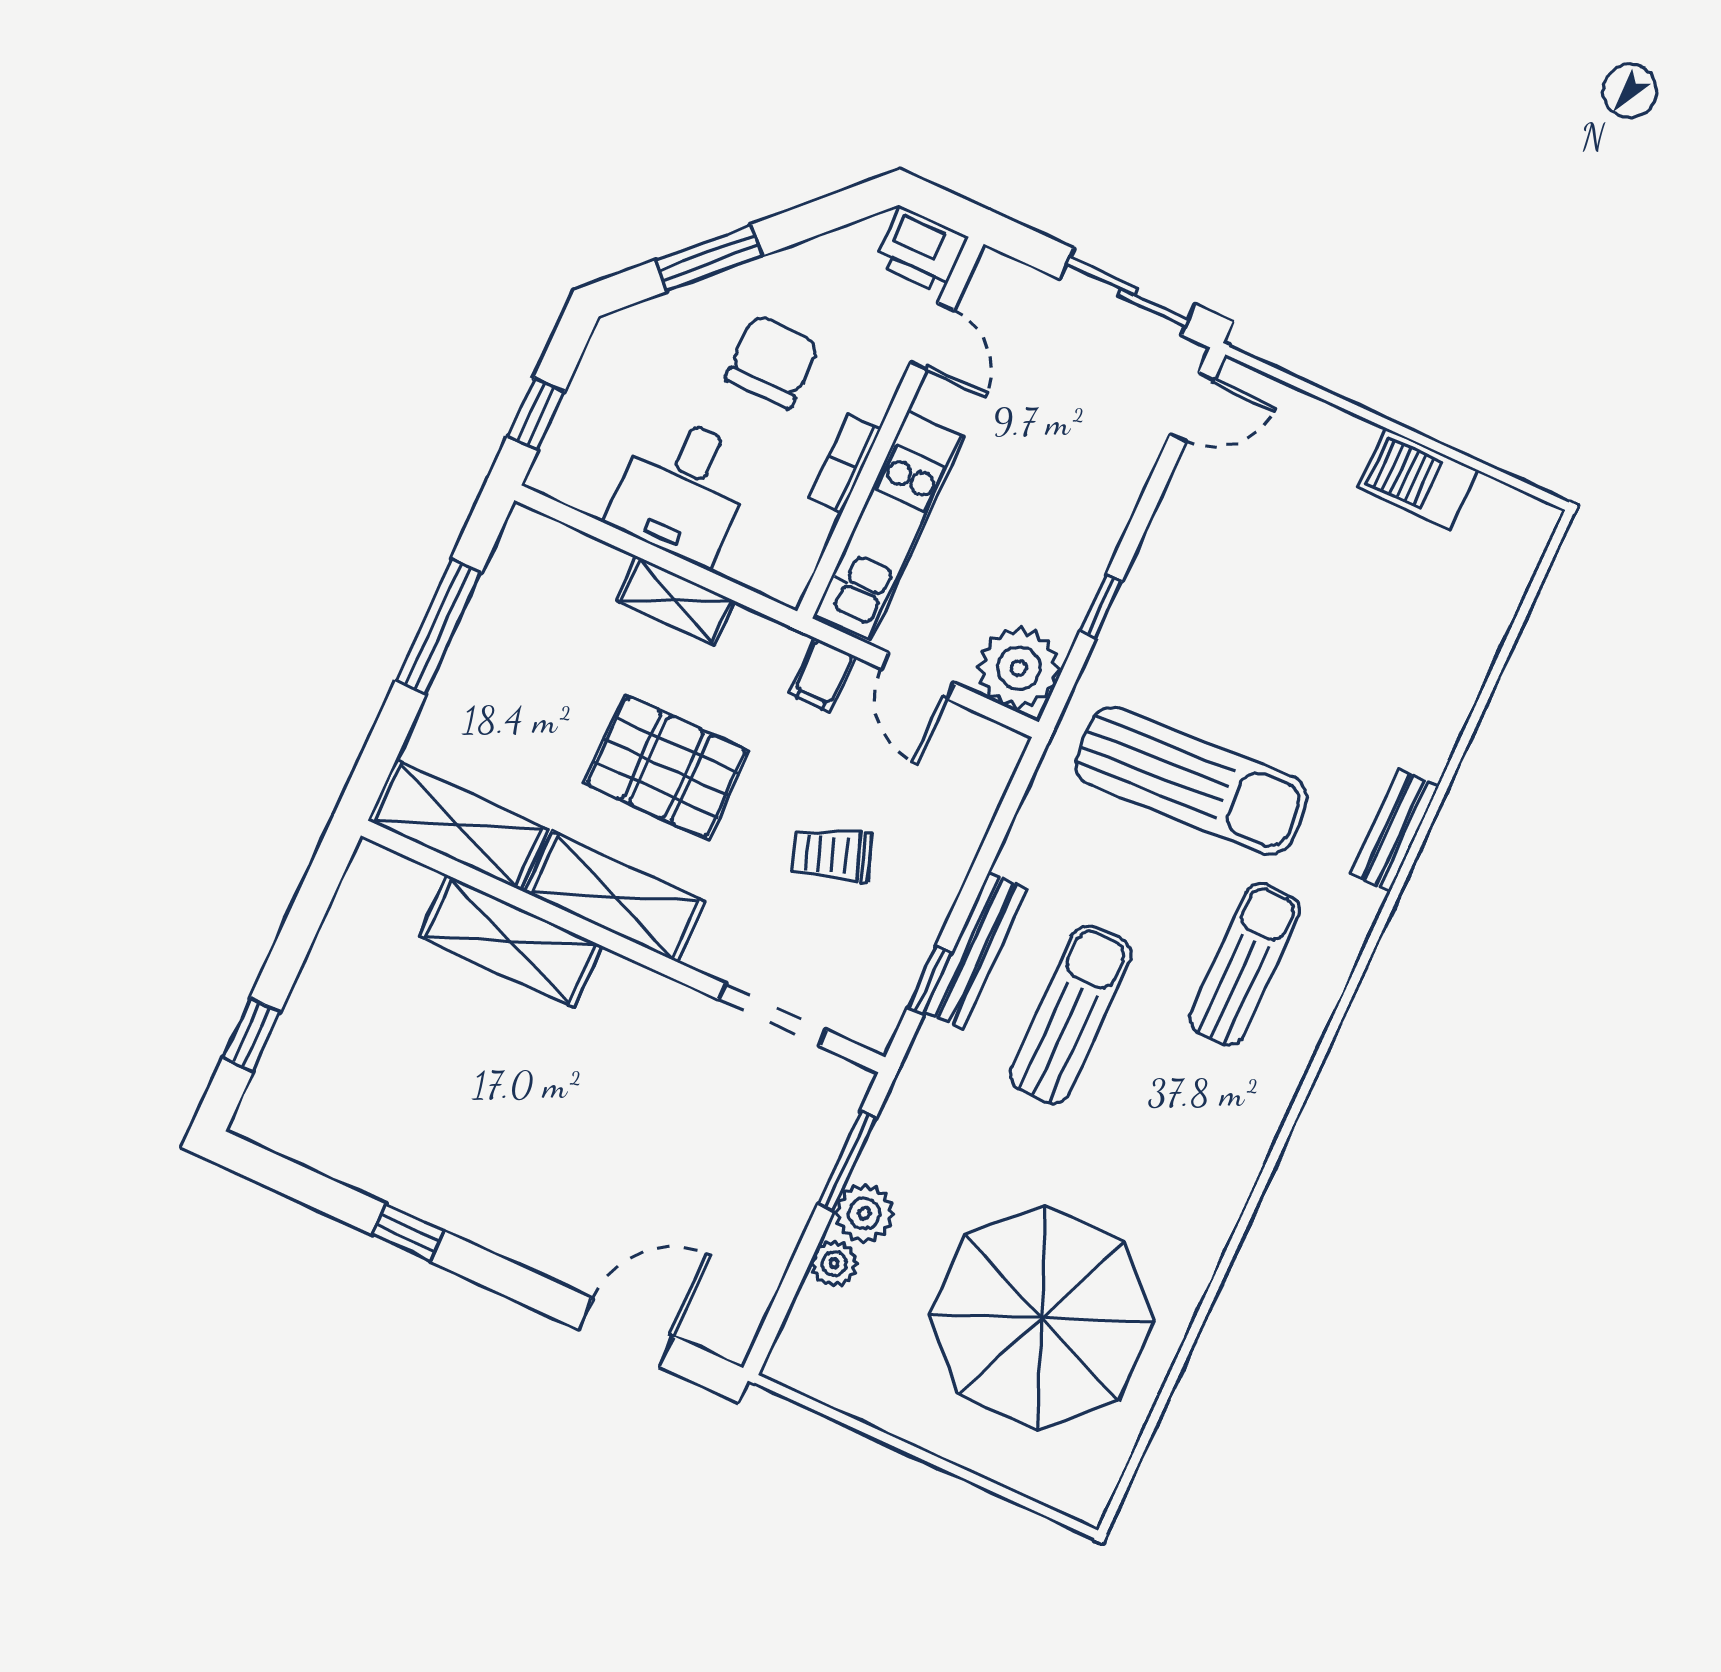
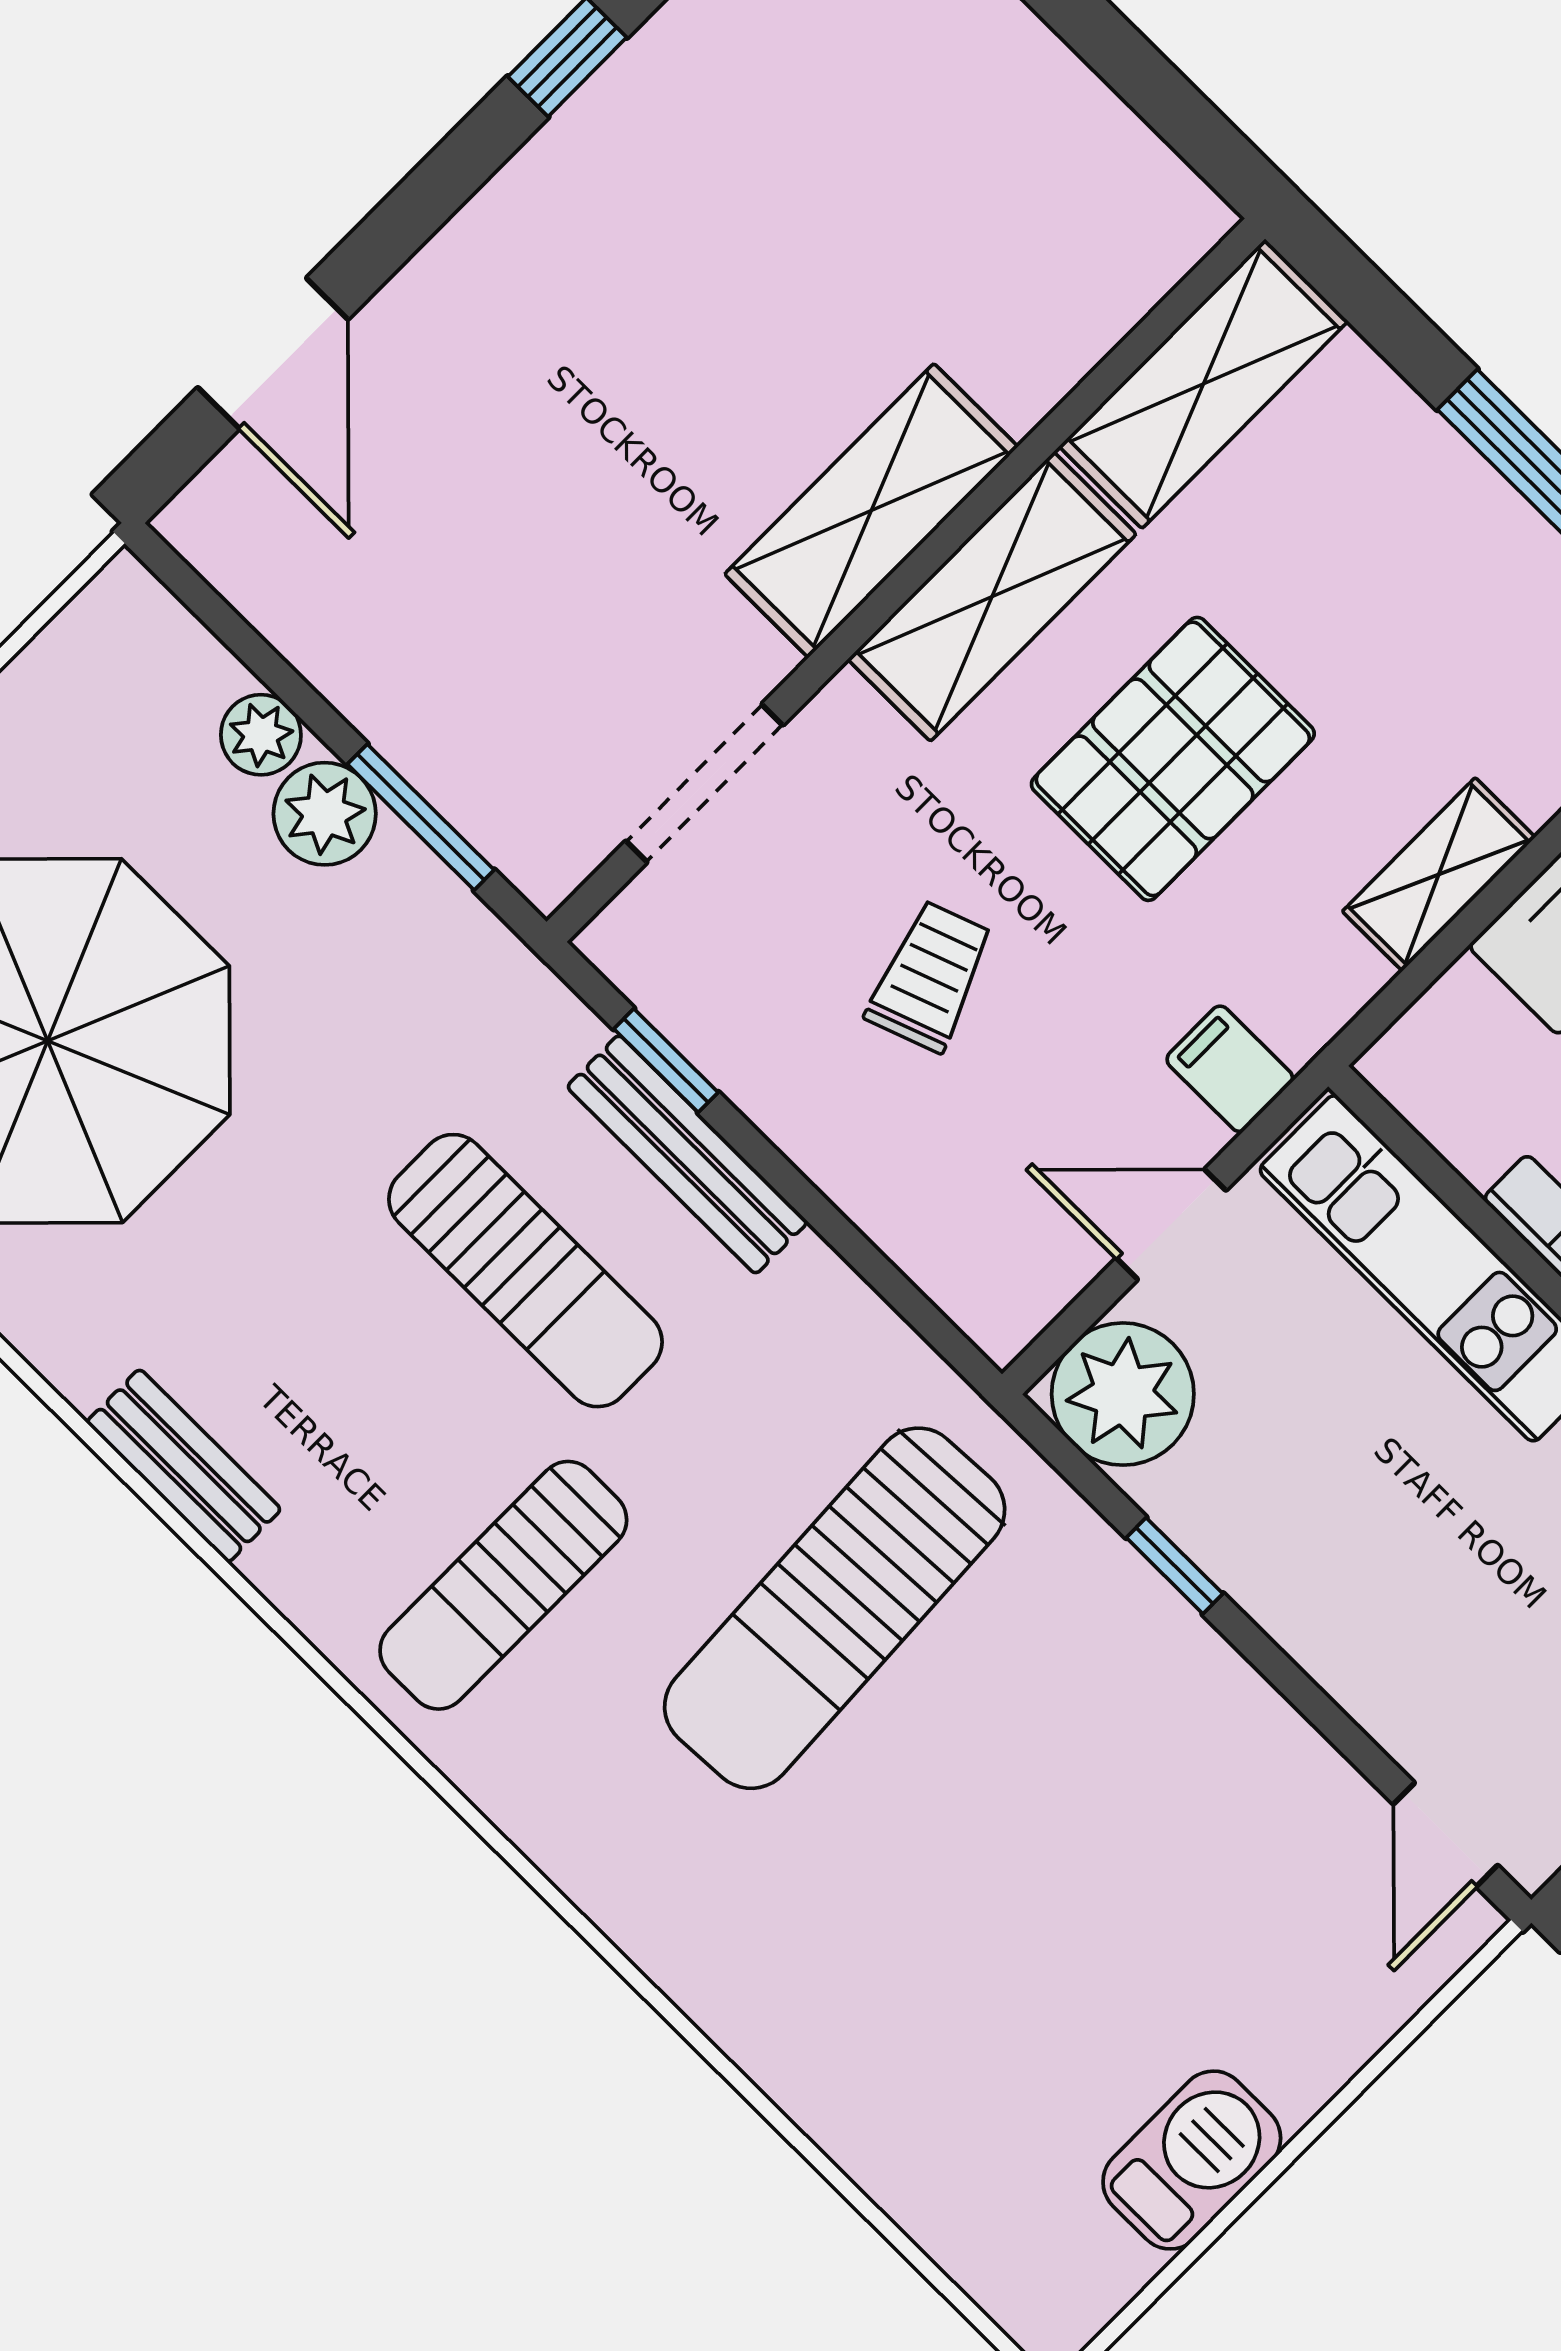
bench: (1395, 830) -> (184, 1466), moved
shelving: (511, 942) -> (871, 511), moved
sun lounger: (1245, 964) -> (503, 1585), turned 90

